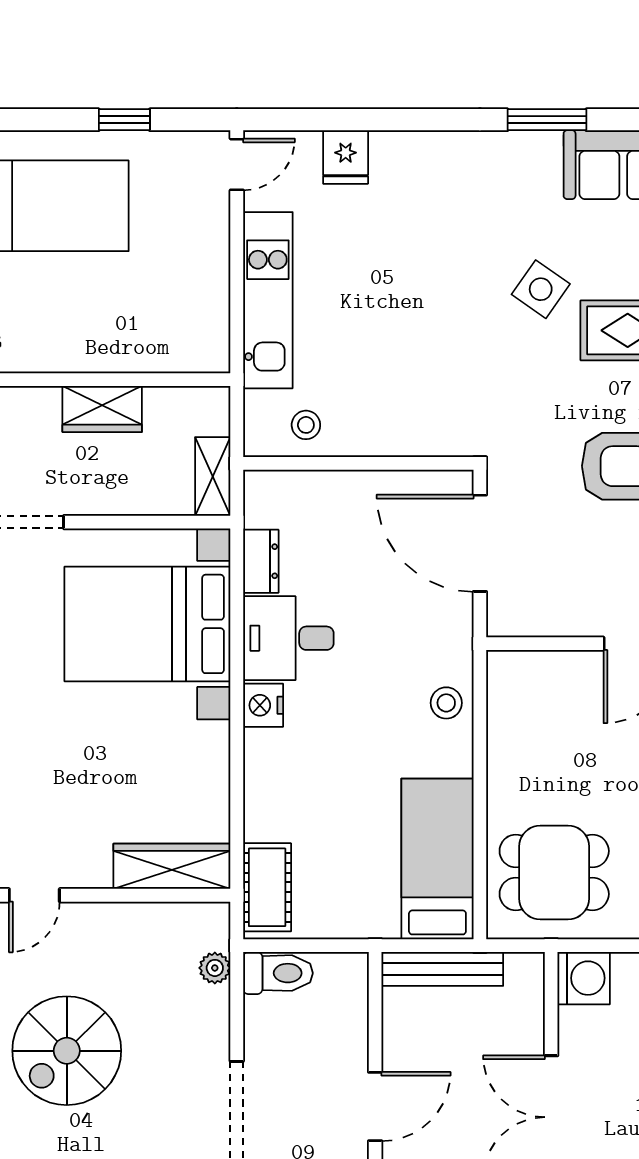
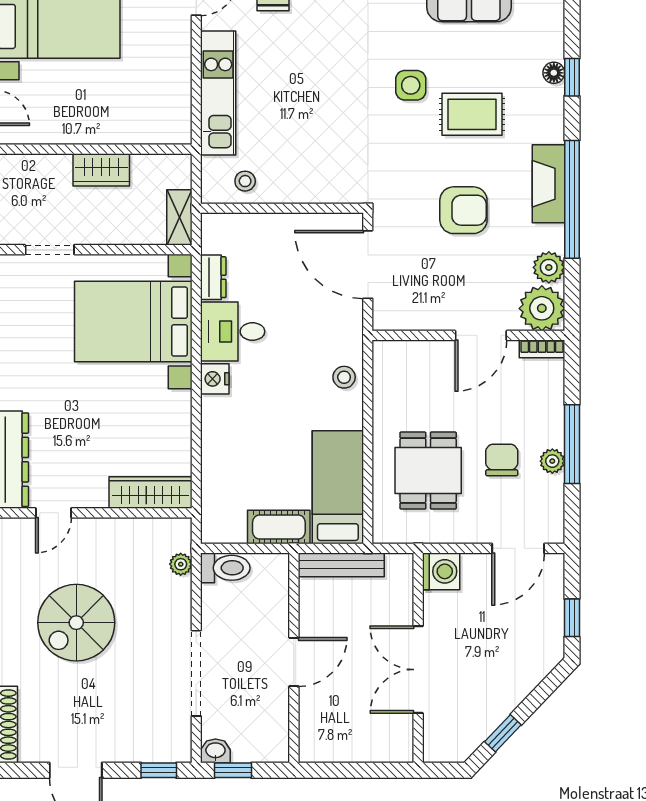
side table: (541, 289) -> (411, 85), turned -35
dining table: (554, 873) -> (428, 471), moved, turned 90
cot: (267, 887) -> (279, 527), moved, turned 90

